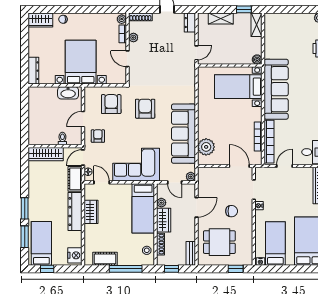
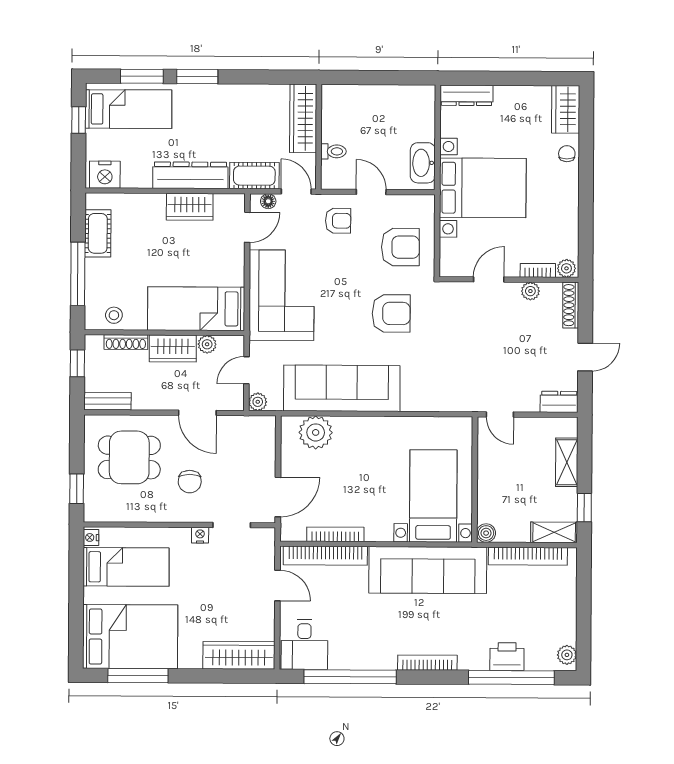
bookcase: (269, 38) -> (528, 556), added
dining table: (219, 242) -> (129, 457), turned 90

